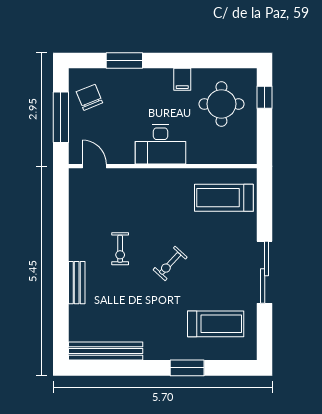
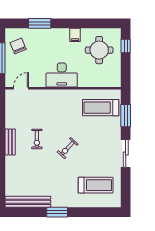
door: (94, 166) -> (21, 88), hinge flipped
window: (265, 211) -> (126, 116), added
sliding door: (265, 272) -> (126, 153), width x0.73
bench: (77, 283) -> (10, 142), moved
window: (187, 368) -> (57, 212), moved

